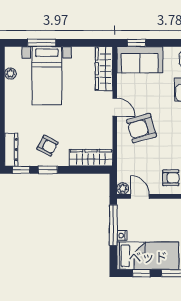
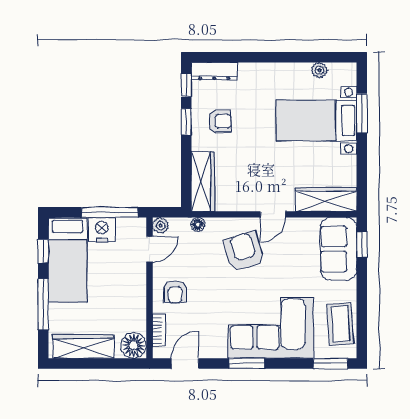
armchair: (47, 146) -> (220, 121), turned -118
floor lamp: (122, 162) -> (198, 224), added
nightstand: (122, 236) -> (102, 230), width x1.89, depth x1.79

